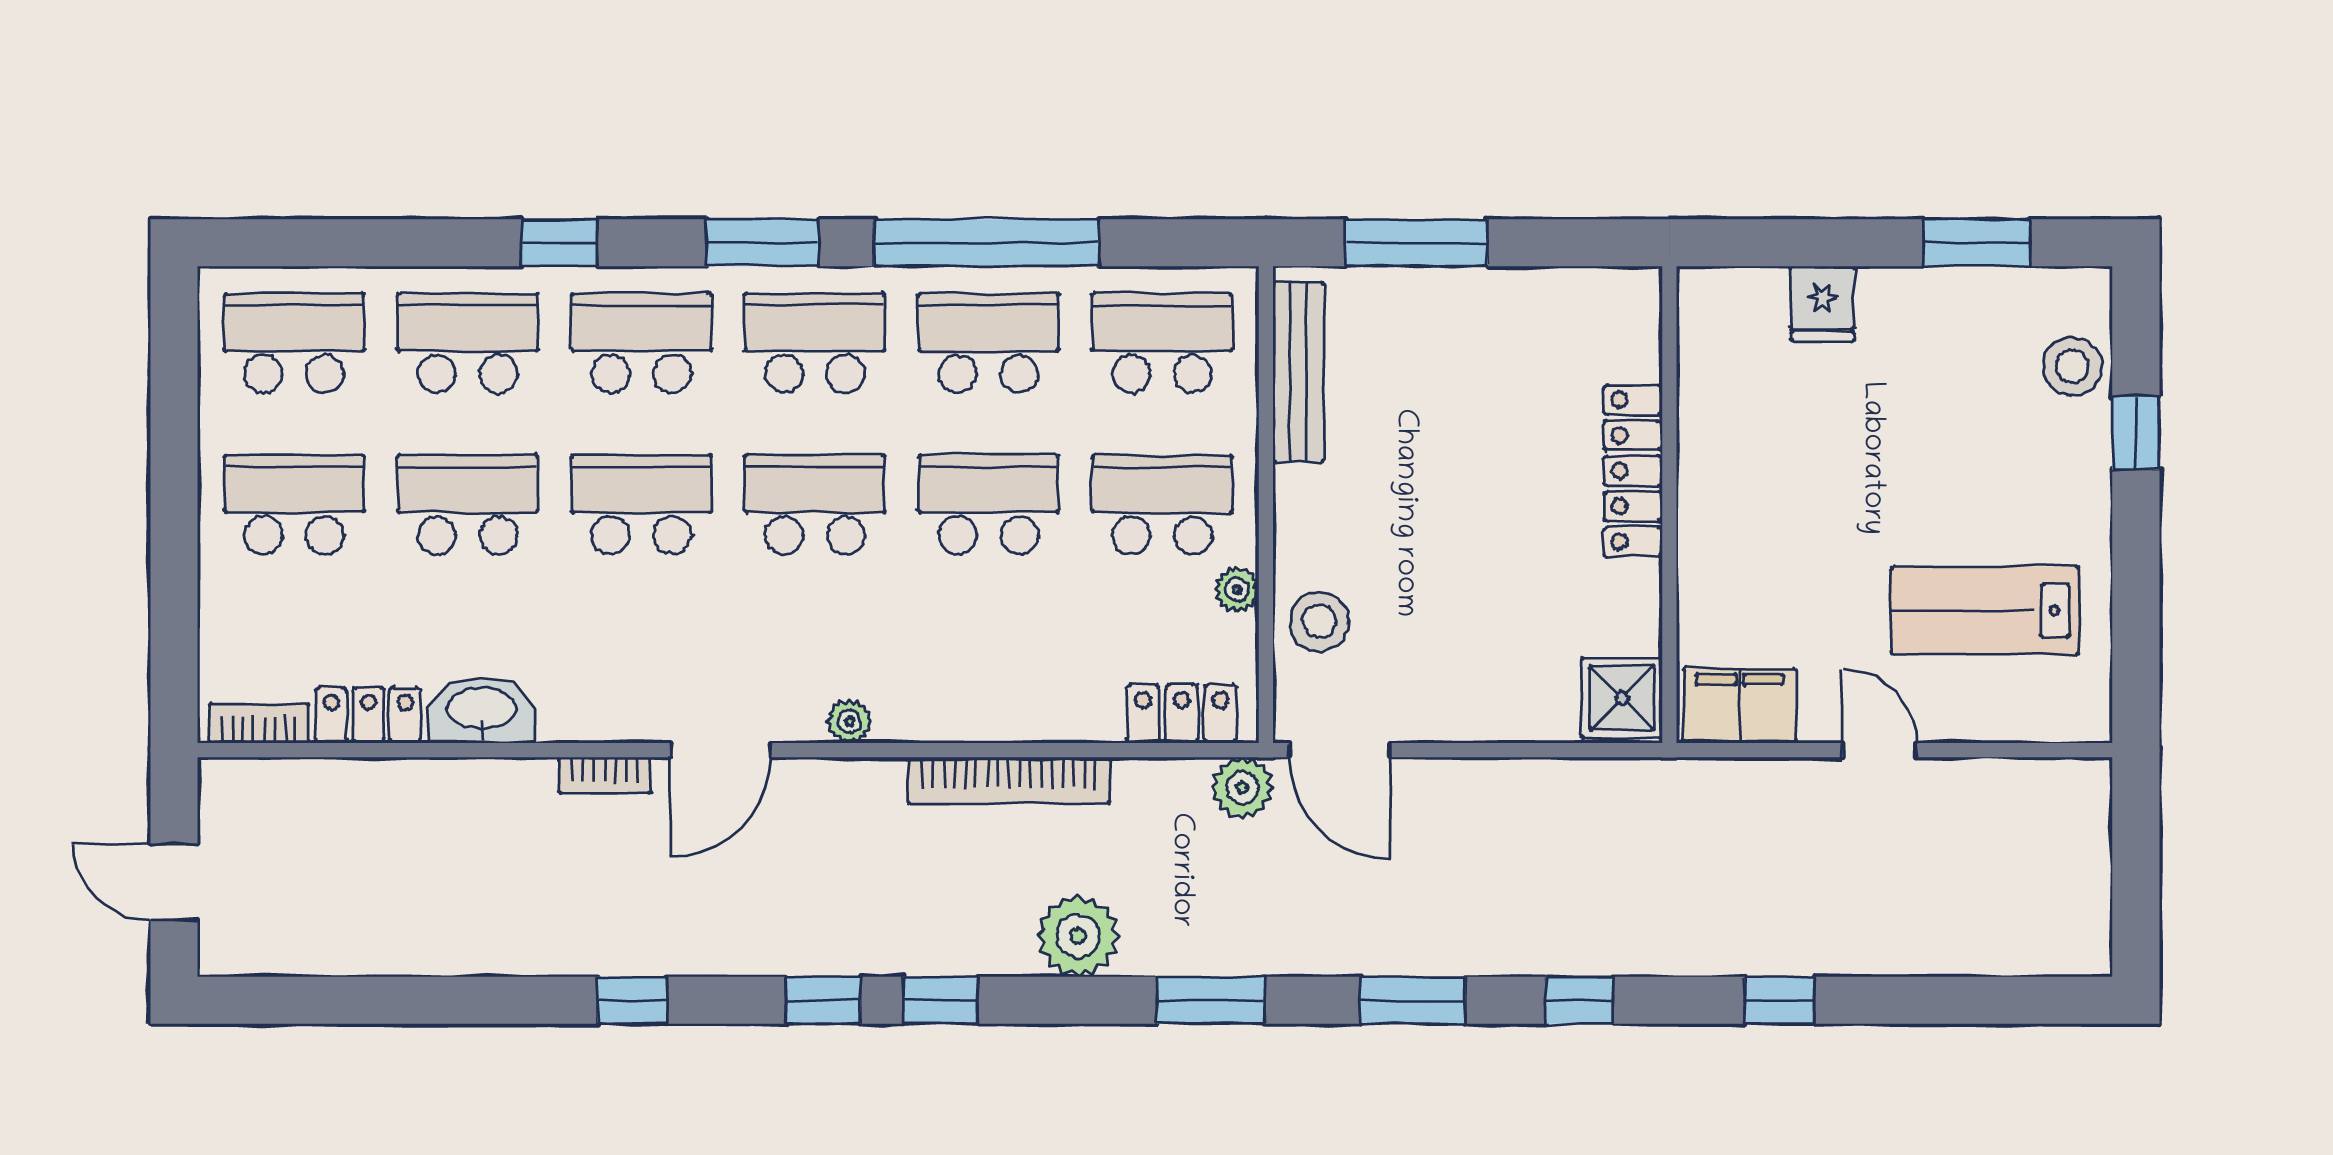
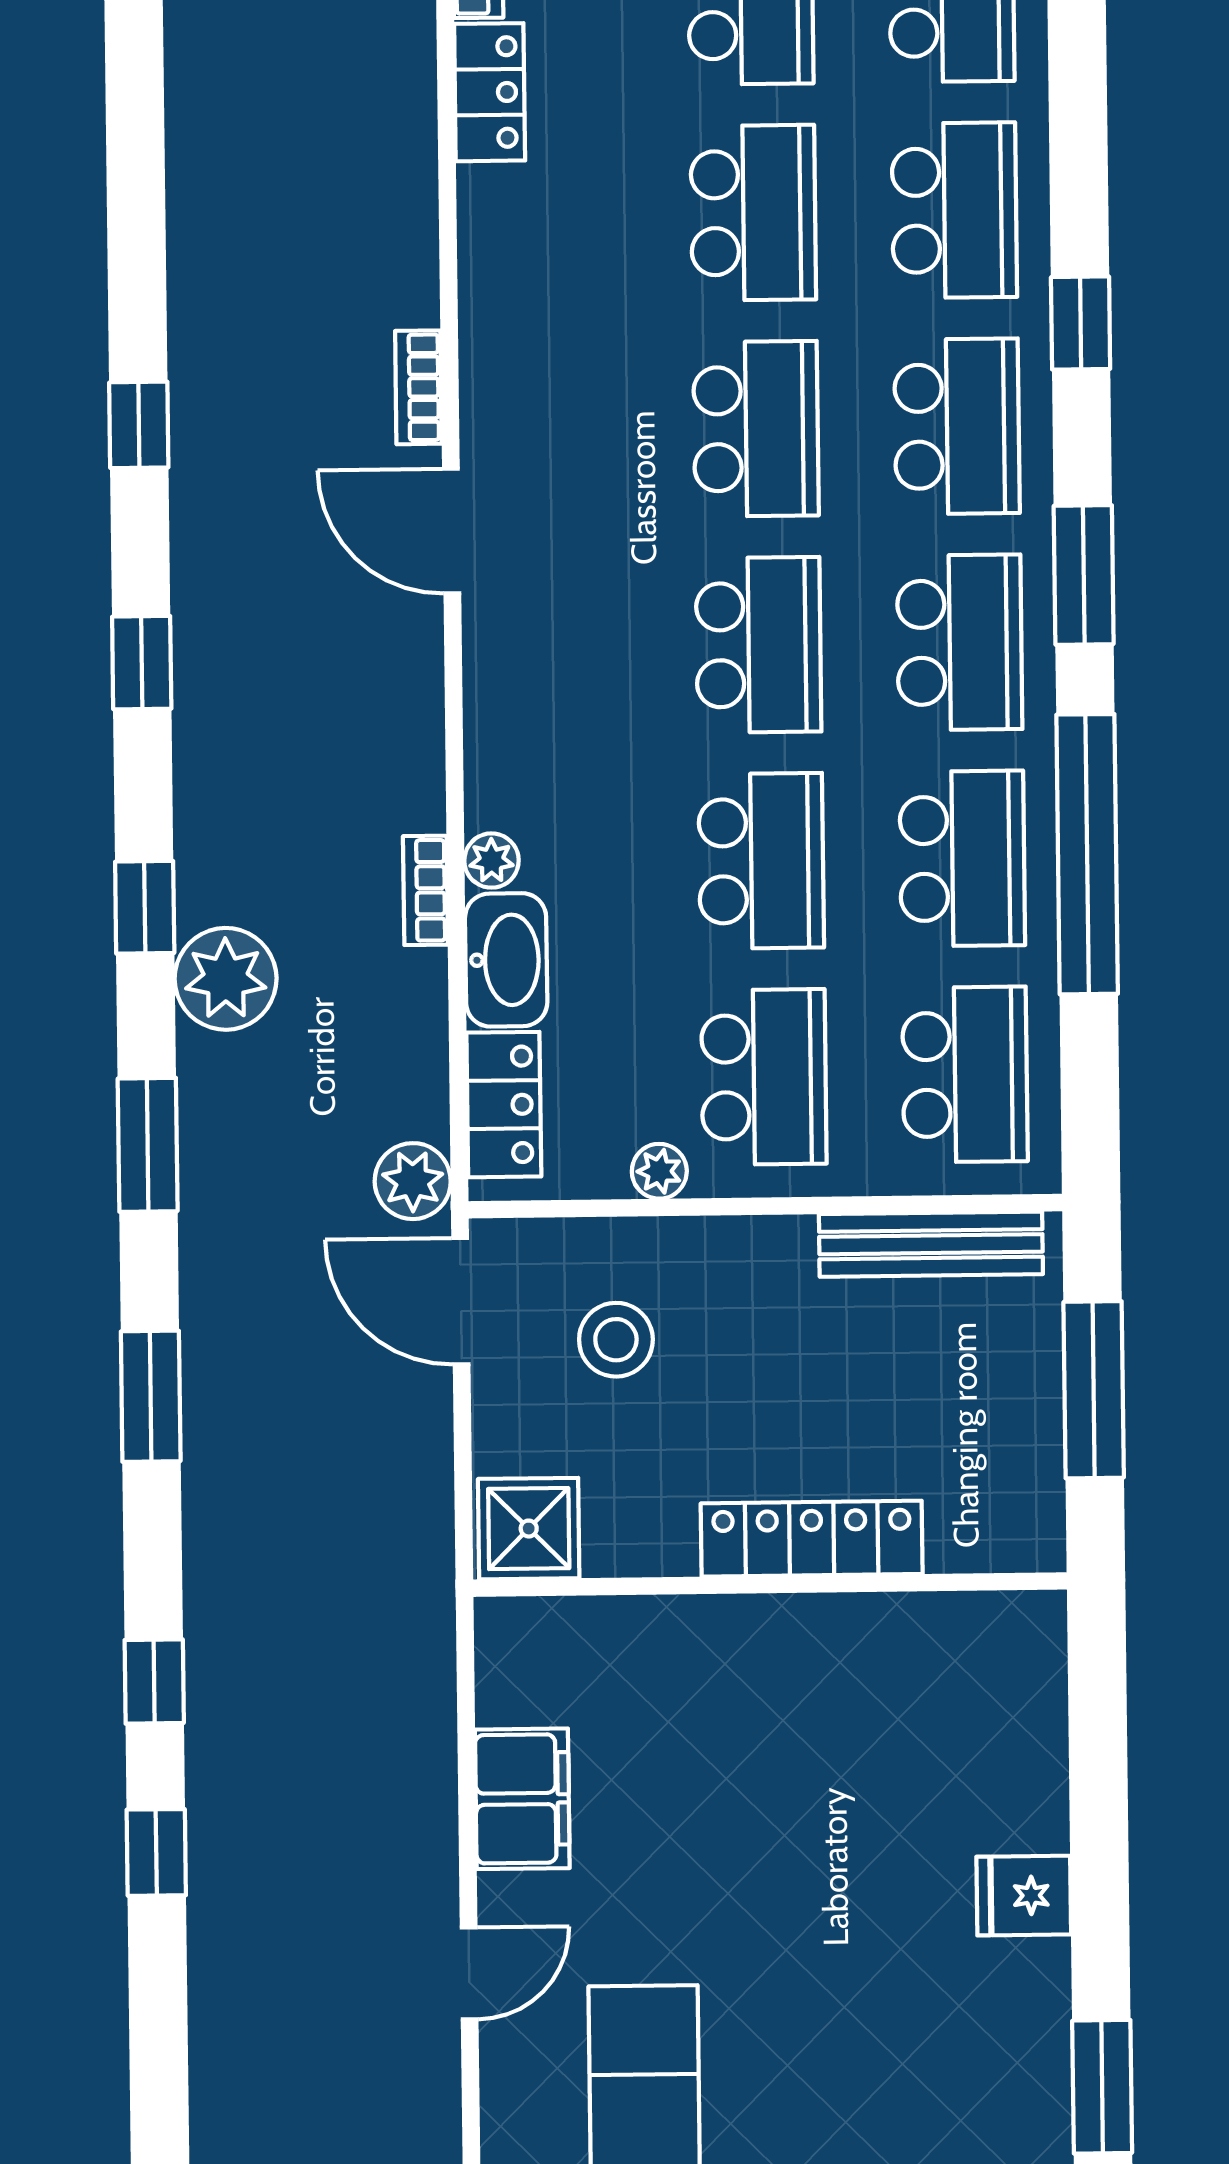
locker: (1633, 471) -> (812, 1539), moved
wall: (1669, 505) -> (770, 1584), moved
stool: (1319, 621) -> (616, 1340), moved
shower: (1622, 698) -> (529, 1529), moved
washbasin: (482, 710) -> (506, 960), moved
plant: (850, 721) -> (491, 861), moved
door: (1339, 750) -> (461, 1301), hinge flipped
bookcase: (1009, 780) -> (425, 890), width x0.43, depth x0.76
window: (941, 1000) -> (145, 907), moved
window: (1579, 1000) -> (154, 1682), moved

